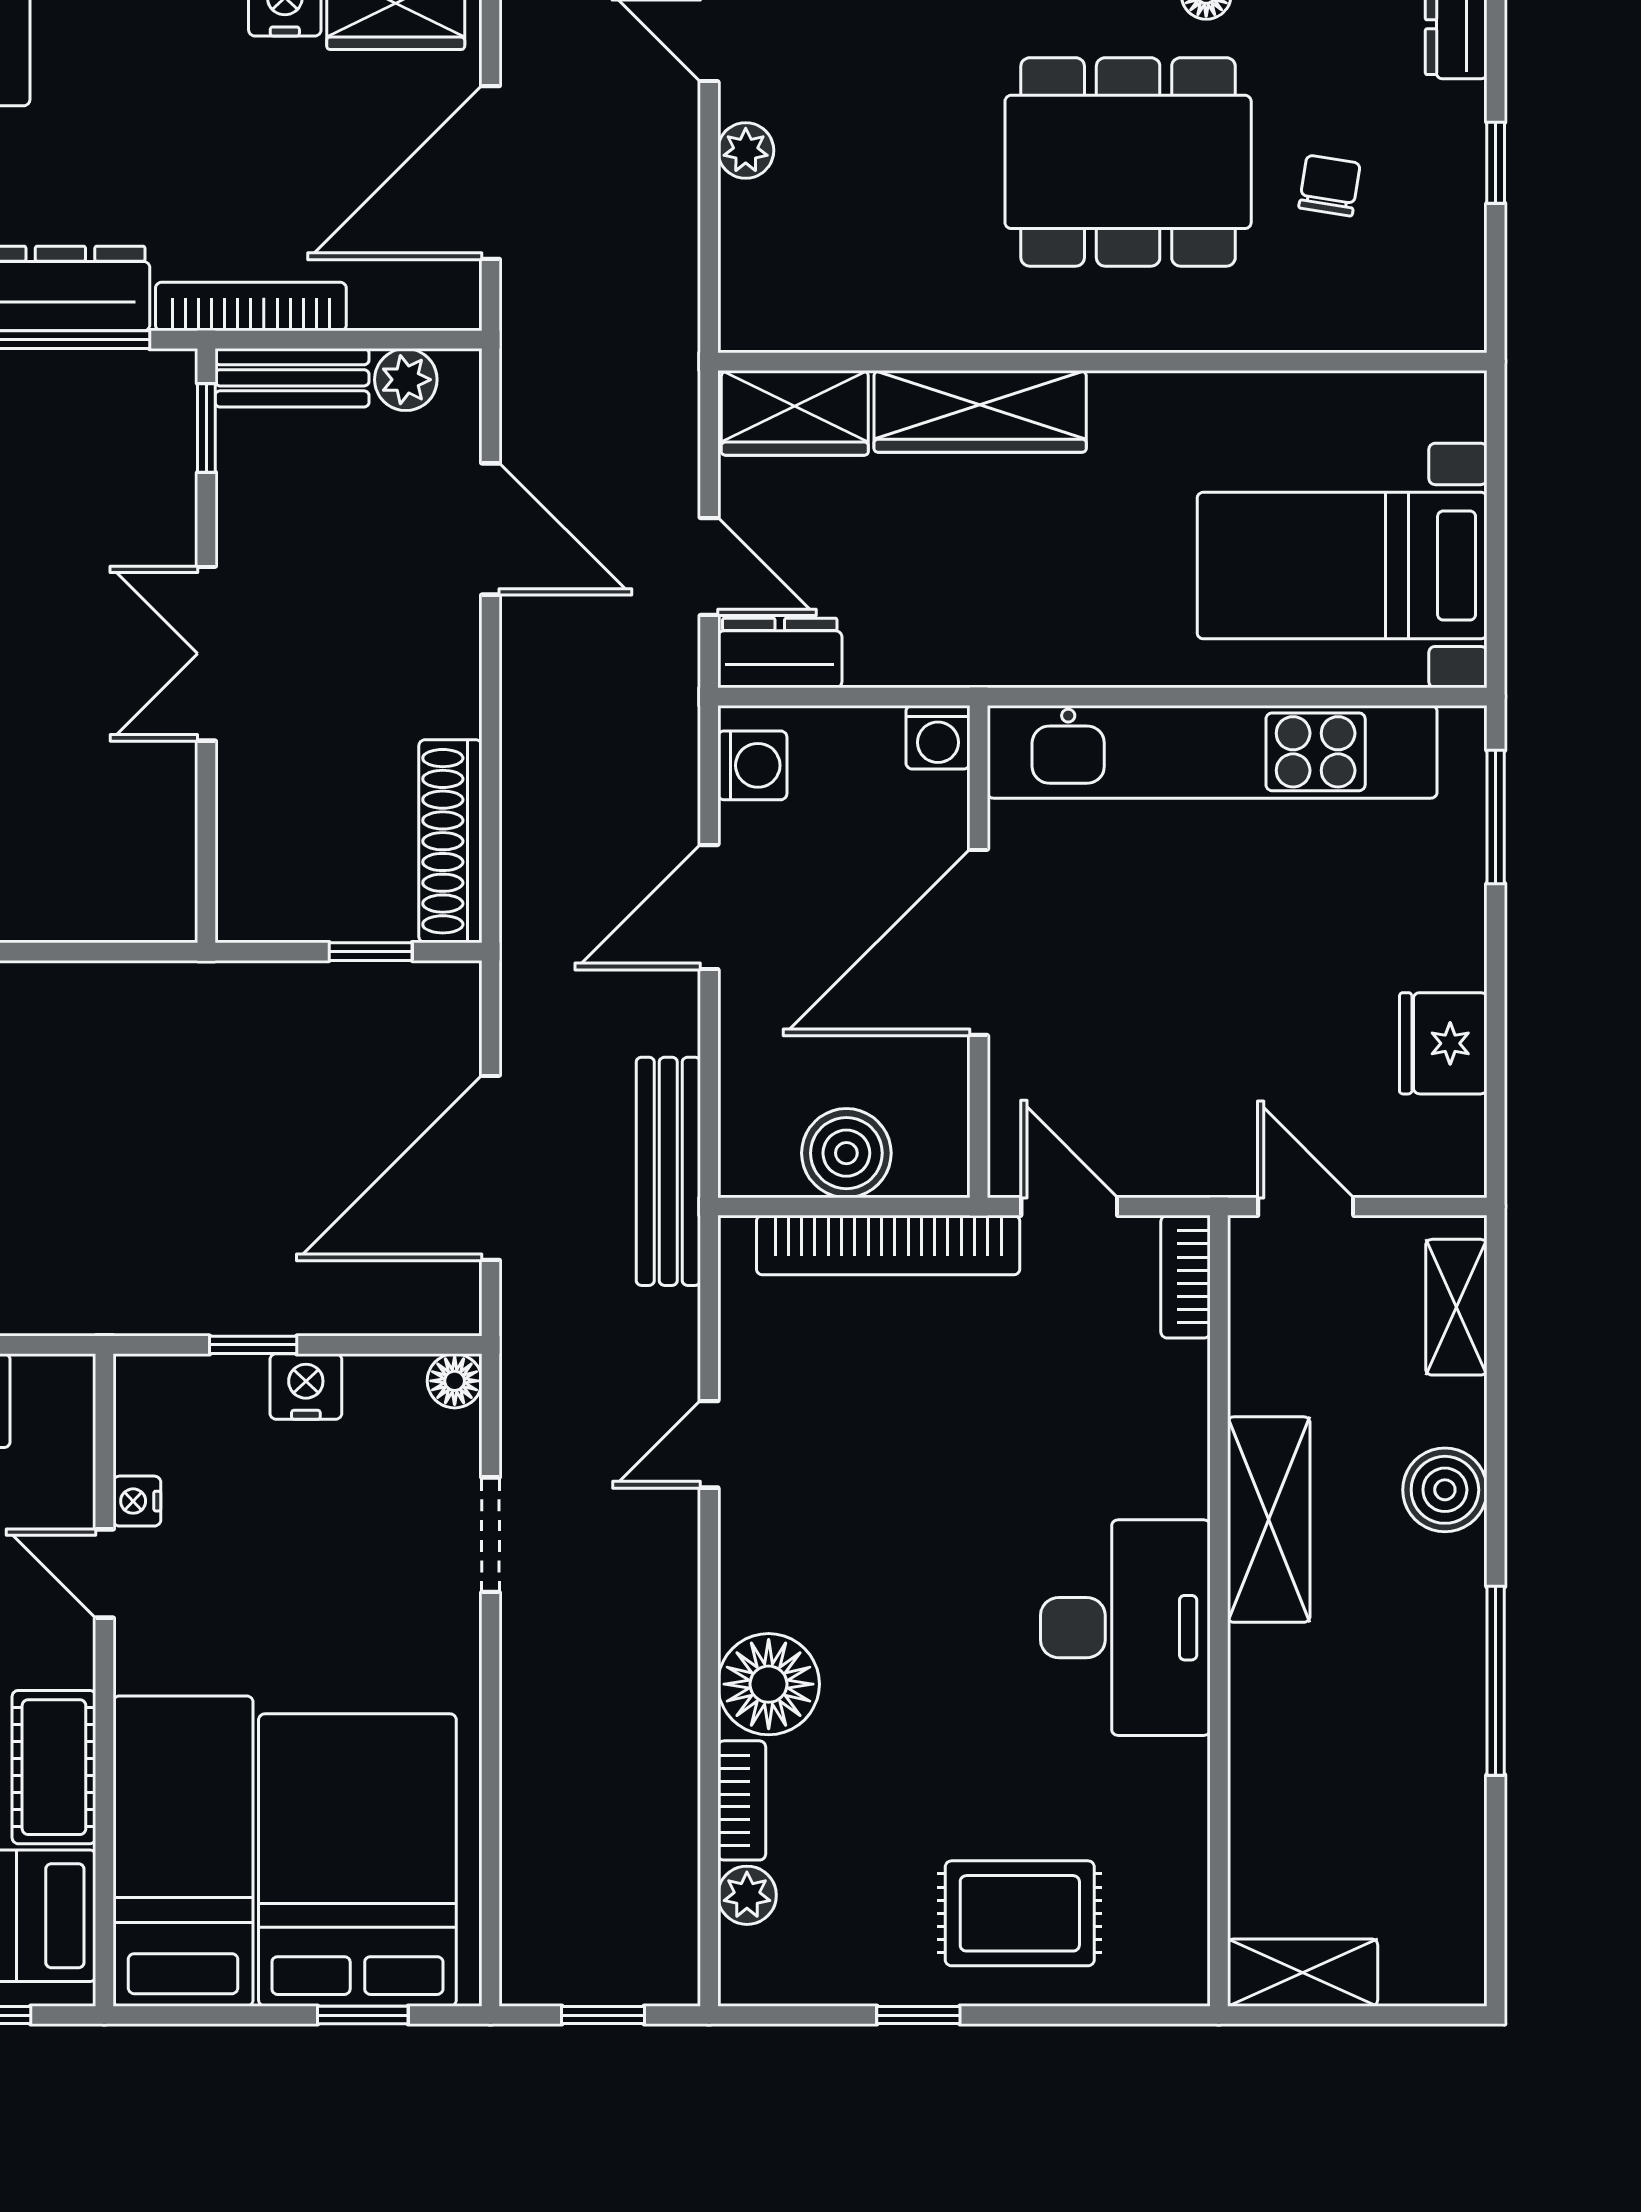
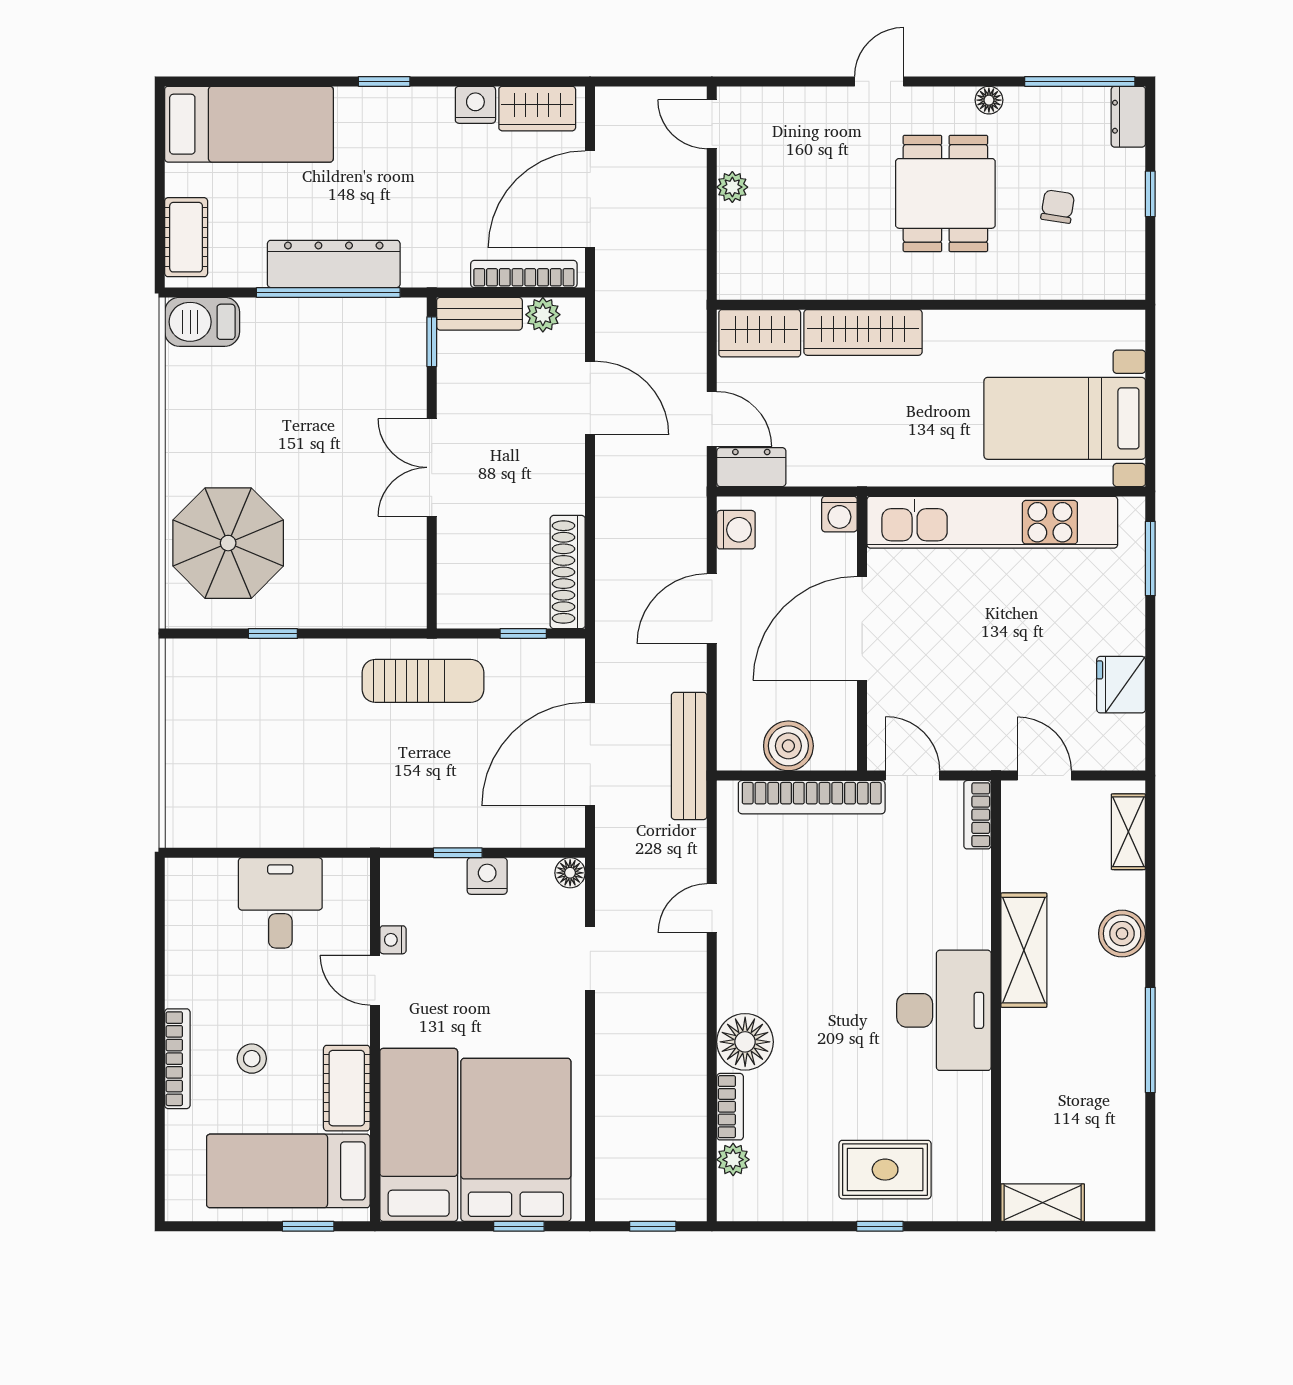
dining table: (1128, 162) -> (945, 193), width x0.73
bookcase: (251, 307) -> (524, 274), moved
sun lounger: (191, 1037) -> (423, 681), added
window: (918, 2015) -> (880, 1226), moved

